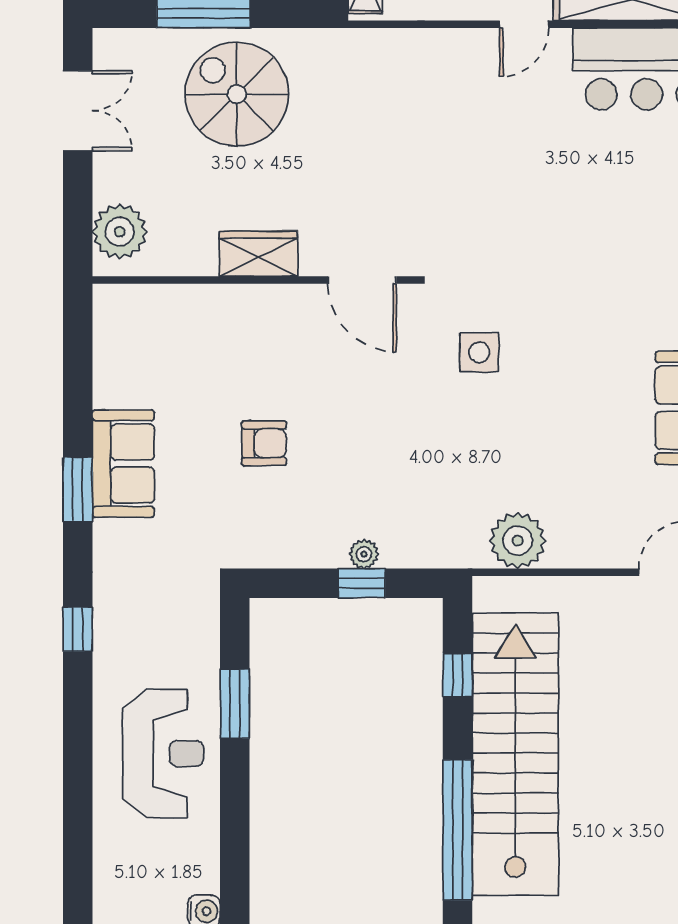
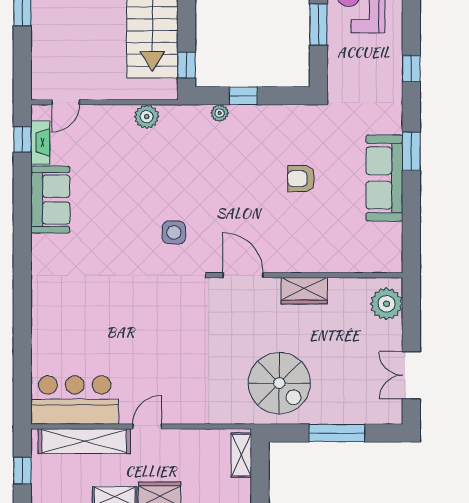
spiral stairs: (237, 94) -> (279, 383), moved
sofa: (123, 464) -> (384, 178), width x1.36
plant: (518, 541) -> (147, 117), width x0.73, depth x0.73
plant: (364, 554) -> (220, 113), moved
window: (458, 675) -> (187, 65), moved

